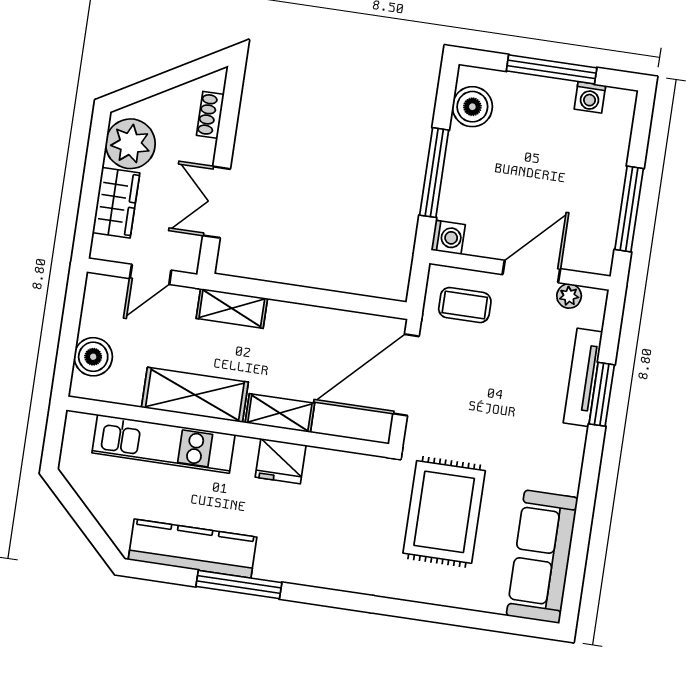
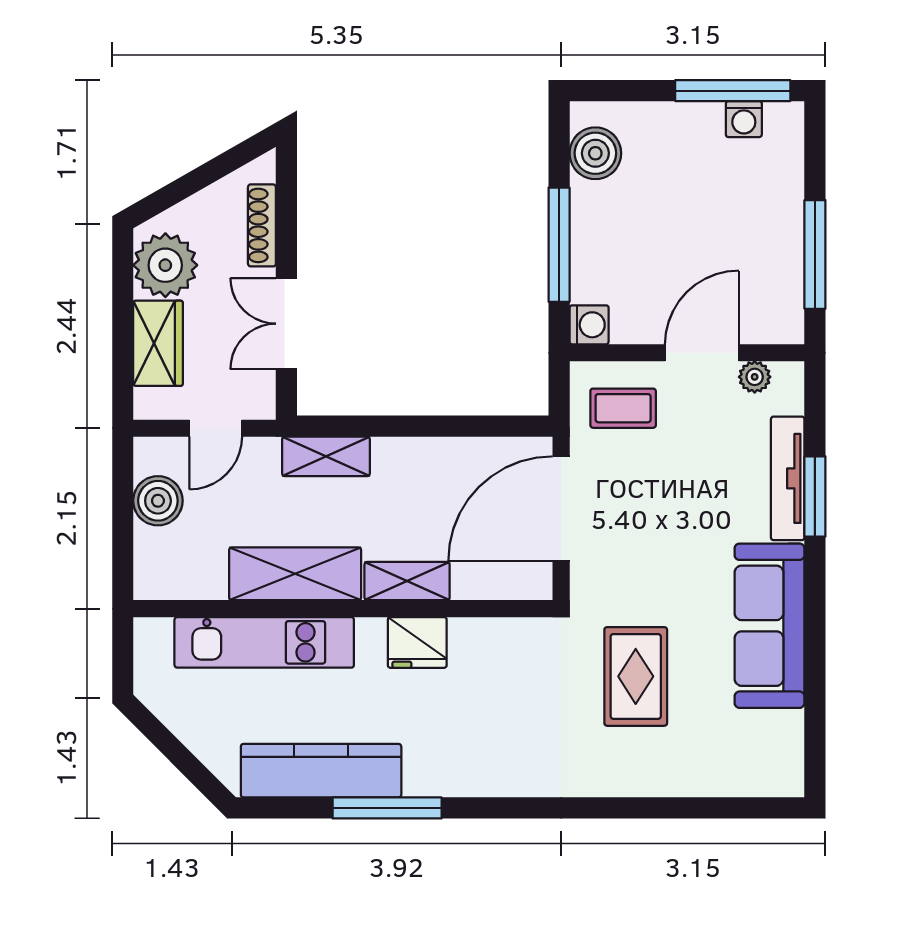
window: (552, 69) -> (733, 91), moved
shoe rack: (210, 115) -> (262, 225), width x1.43
boiler: (93, 357) -> (158, 501), moved
rug: (444, 512) -> (636, 676), width x0.73, depth x0.70
sofa: (542, 557) -> (770, 626), moved

